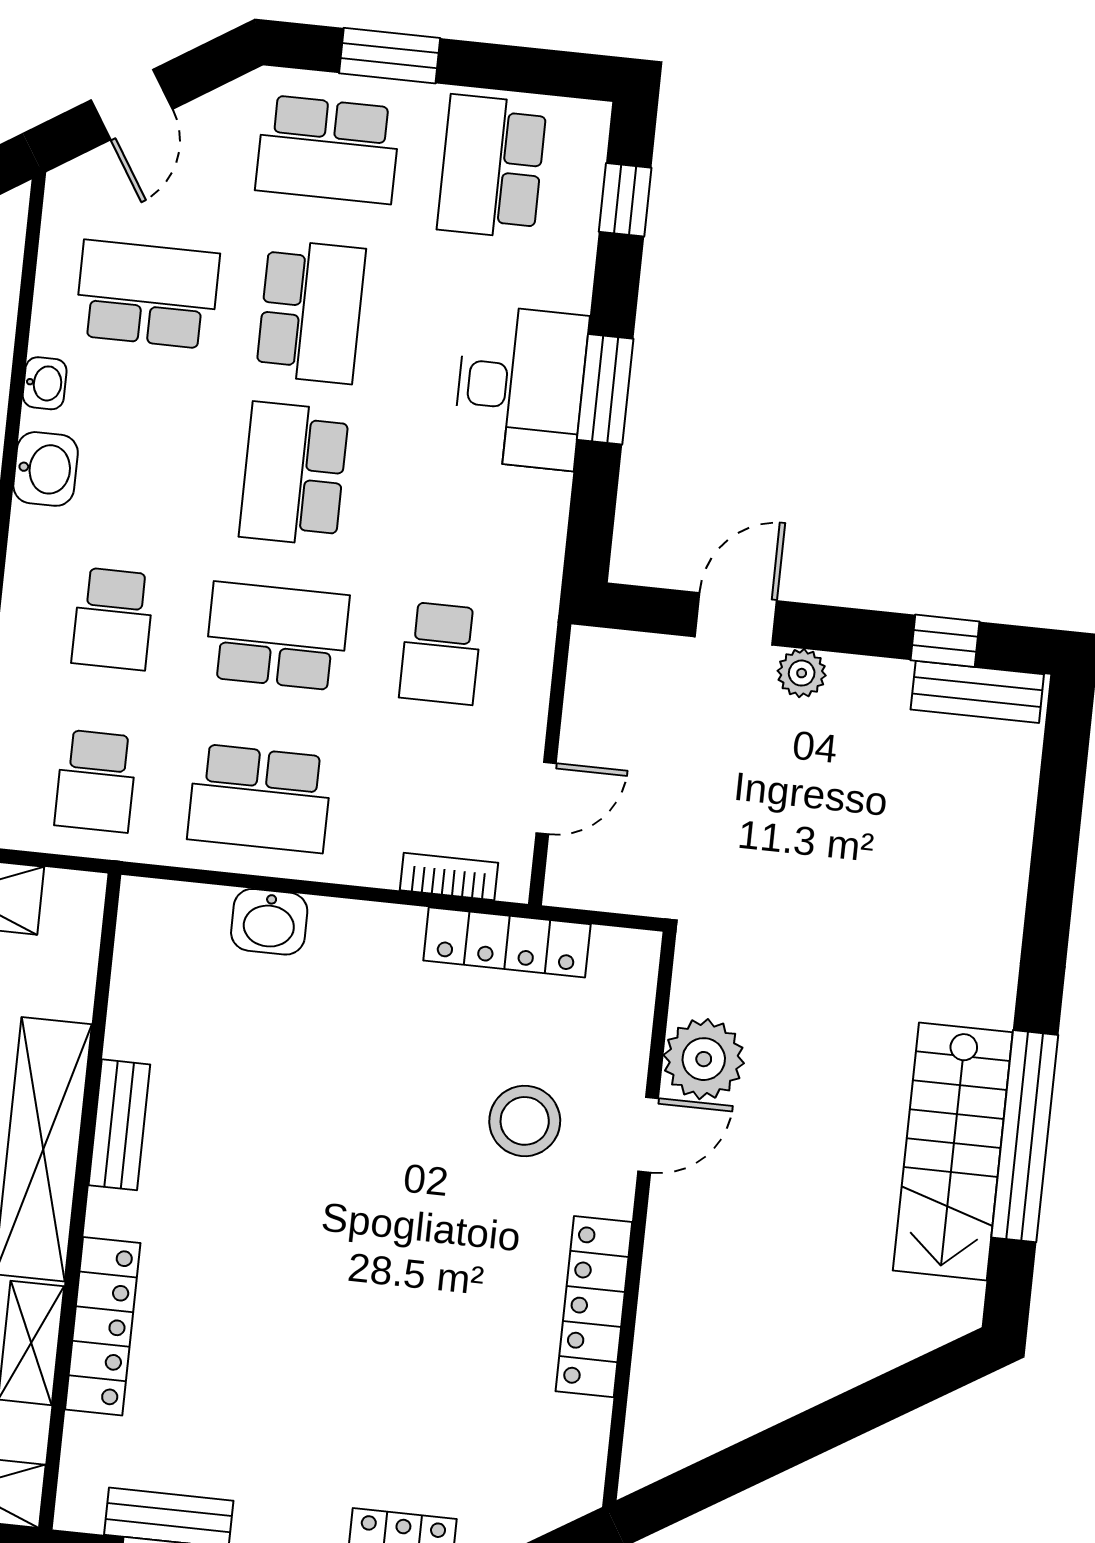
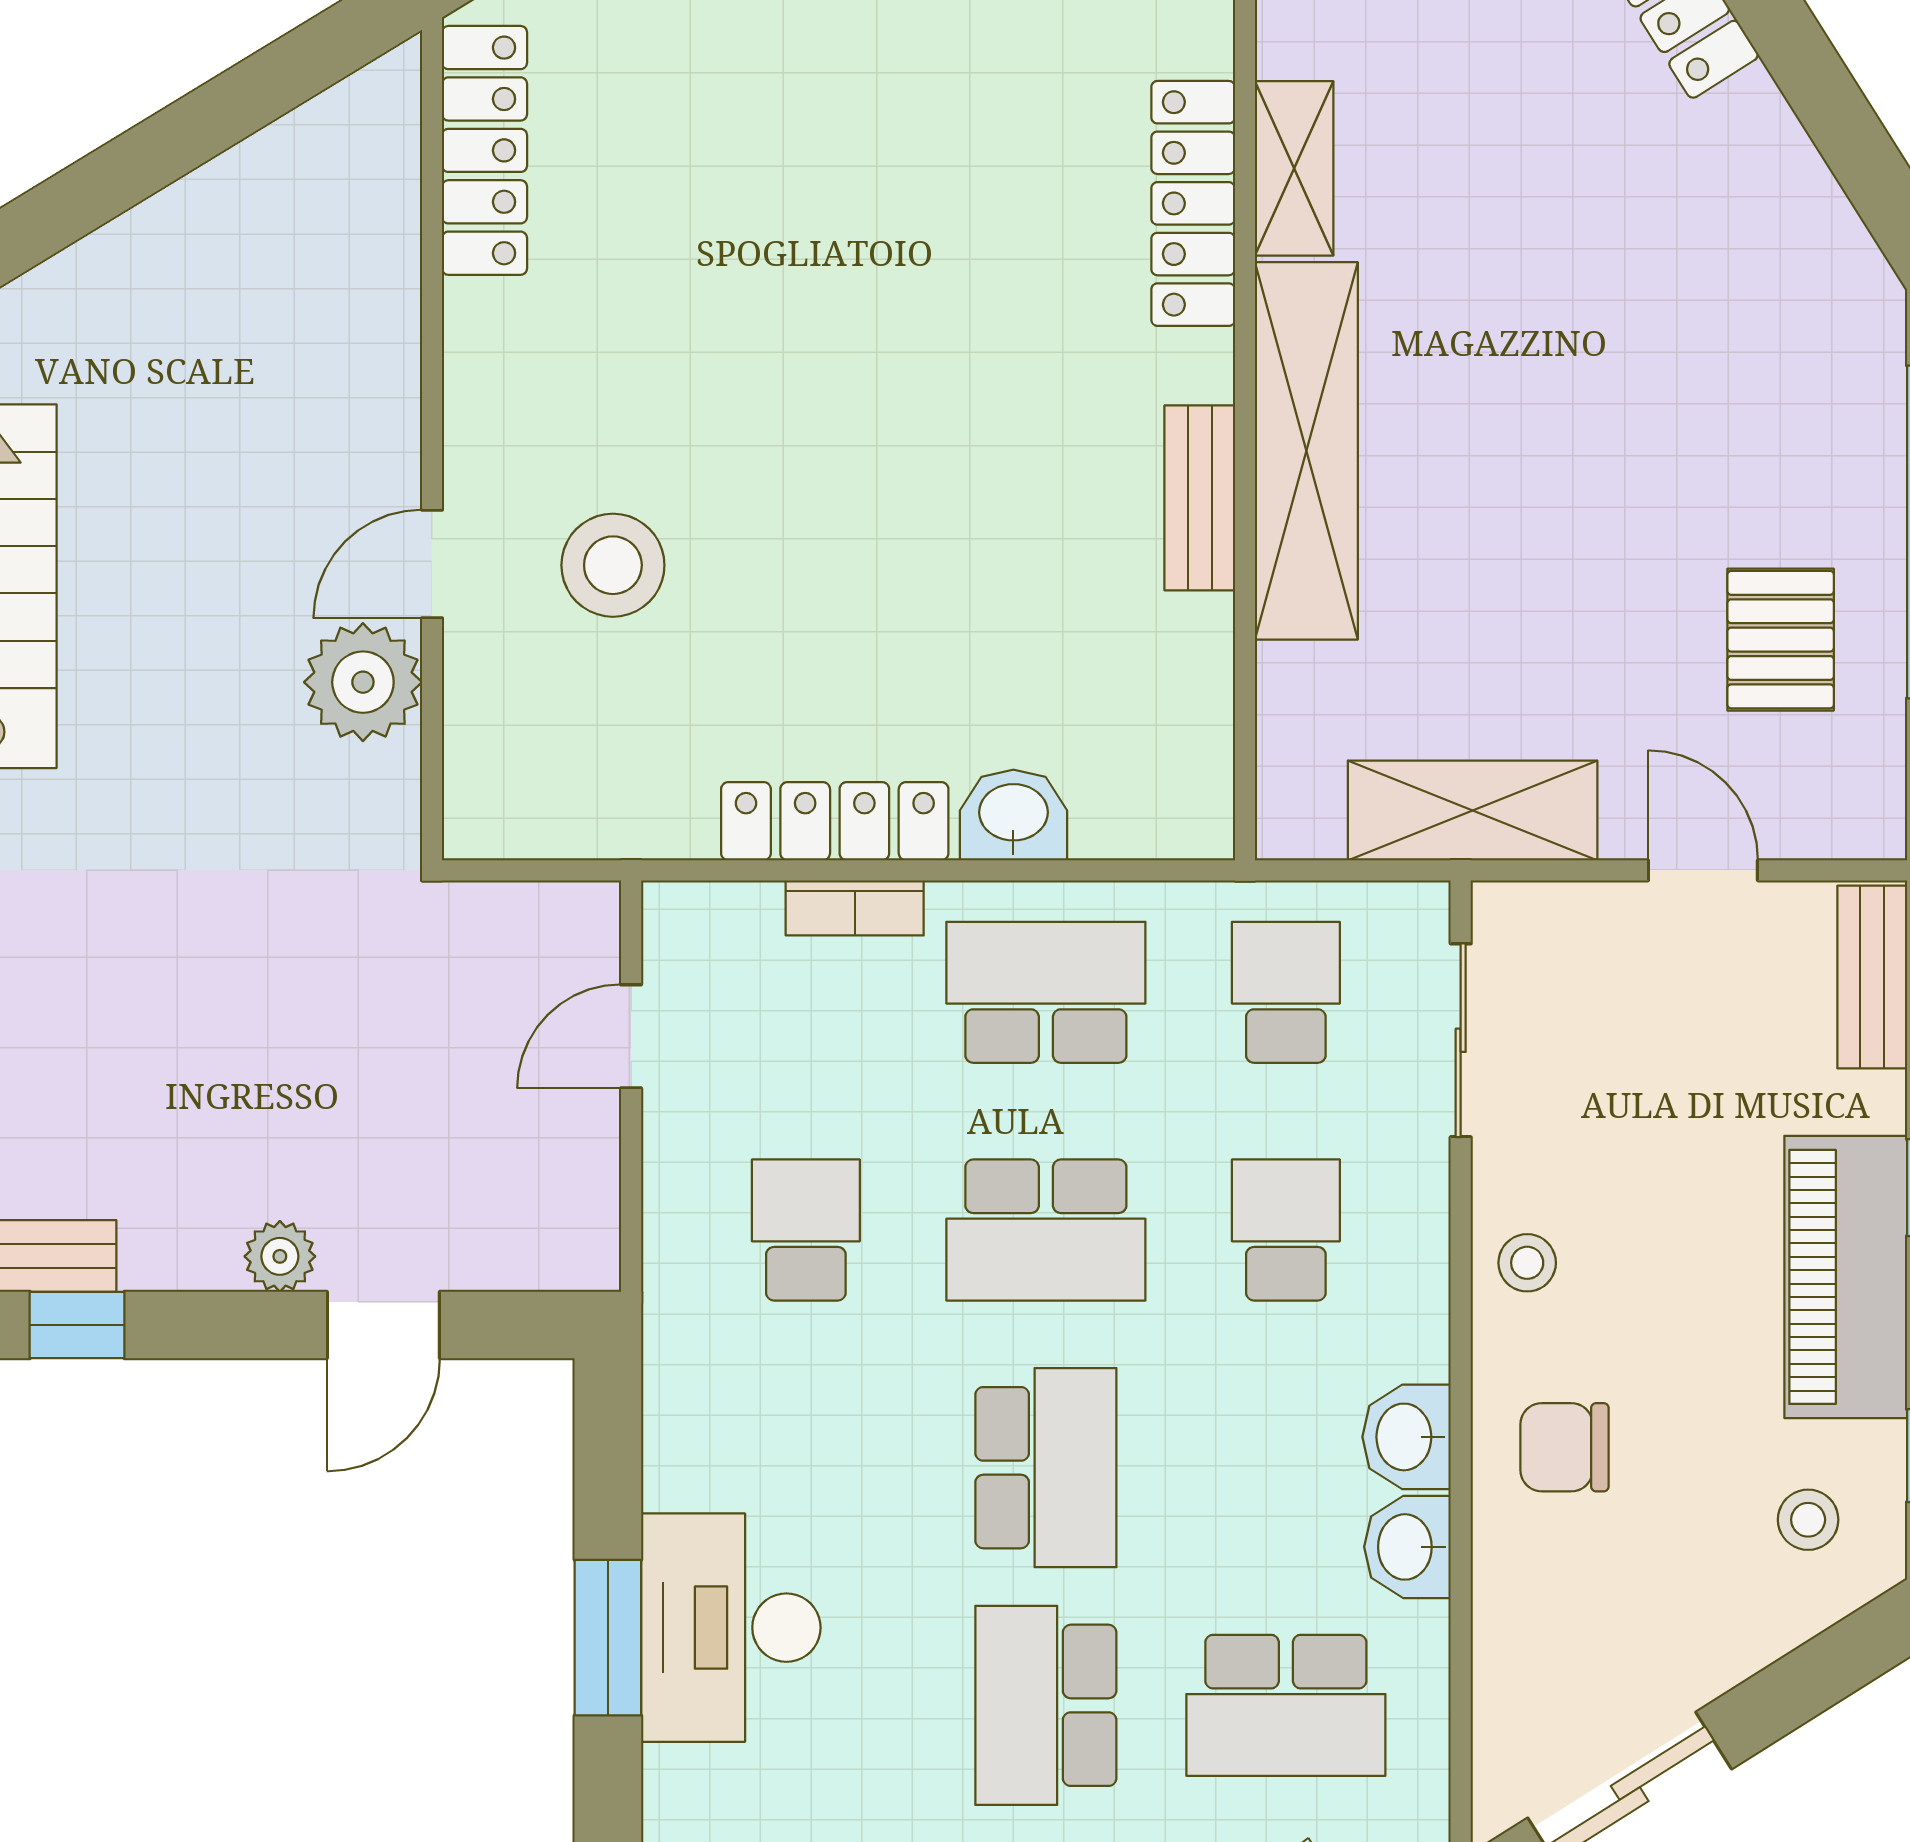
washbasin: (45, 383) -> (1407, 1547), width x1.38, depth x1.45
bookcase: (449, 876) -> (855, 908), moved
locker: (507, 942) -> (835, 821), moved
locker: (594, 1307) -> (484, 150), moved

